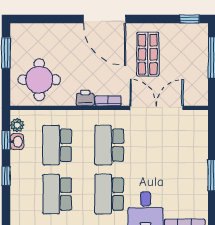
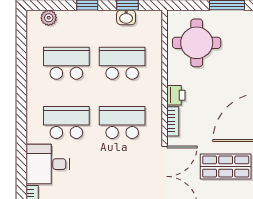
plant: (17, 125) -> (49, 18), moved

